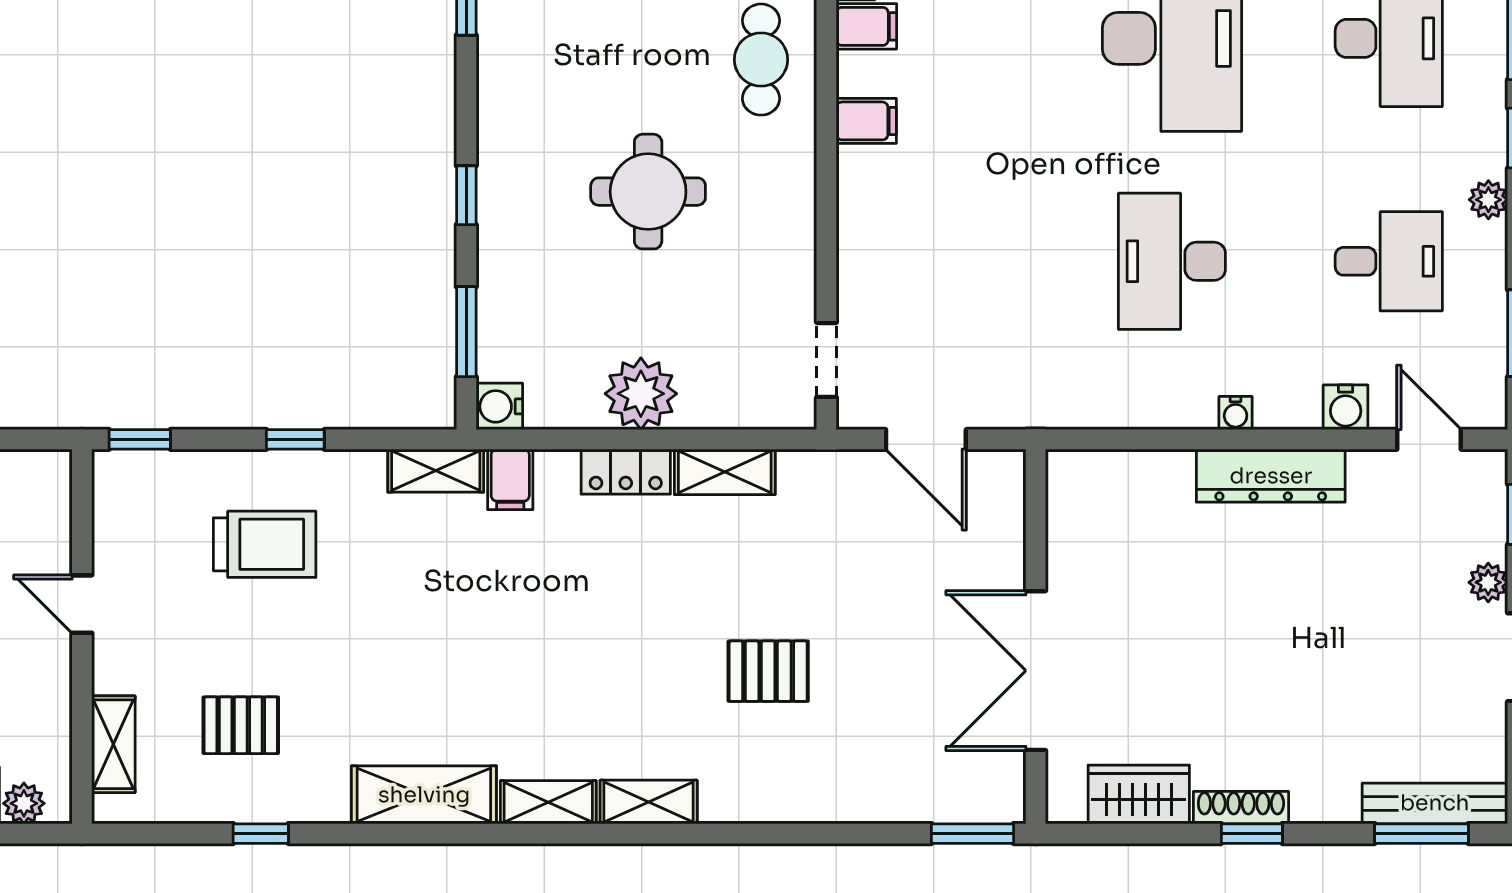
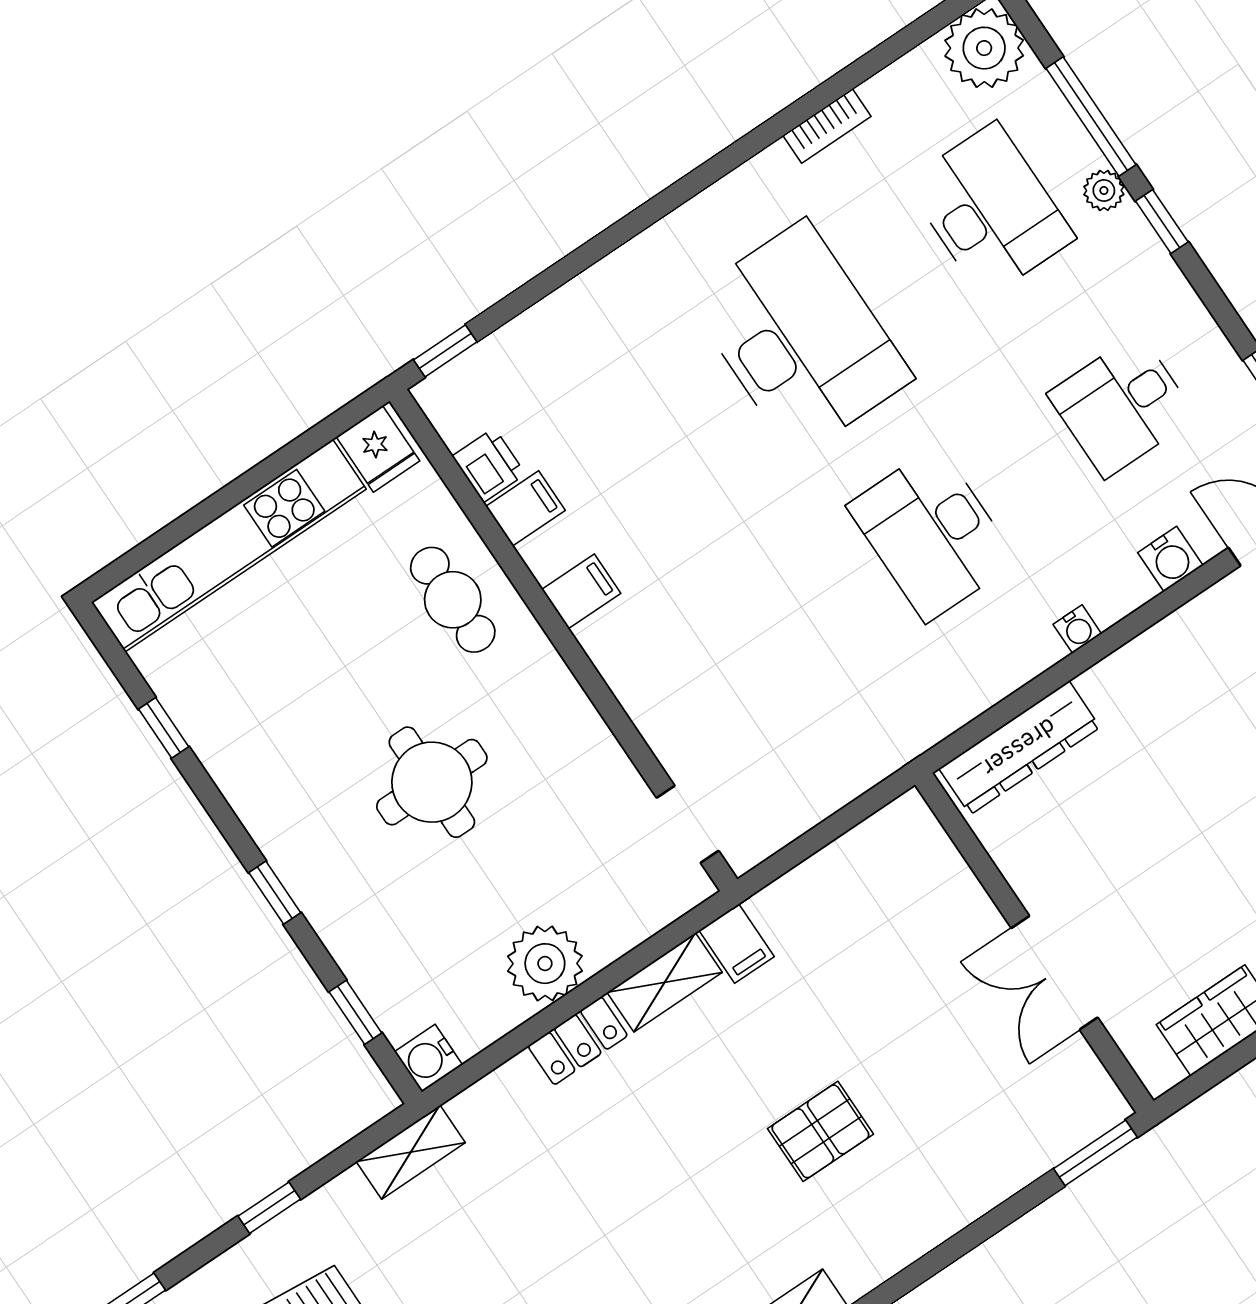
plant: (1488, 200) -> (1104, 190), moved
desk: (1389, 261) -> (1122, 406), turned 180
window: (466, 332) -> (355, 1012), width x0.67
door: (926, 439) -> (822, 835), removed
dresser: (1271, 476) -> (1020, 748), moved
filing cabinet: (510, 479) -> (737, 943), moved
double door: (1036, 671) -> (1054, 973), width x0.73

